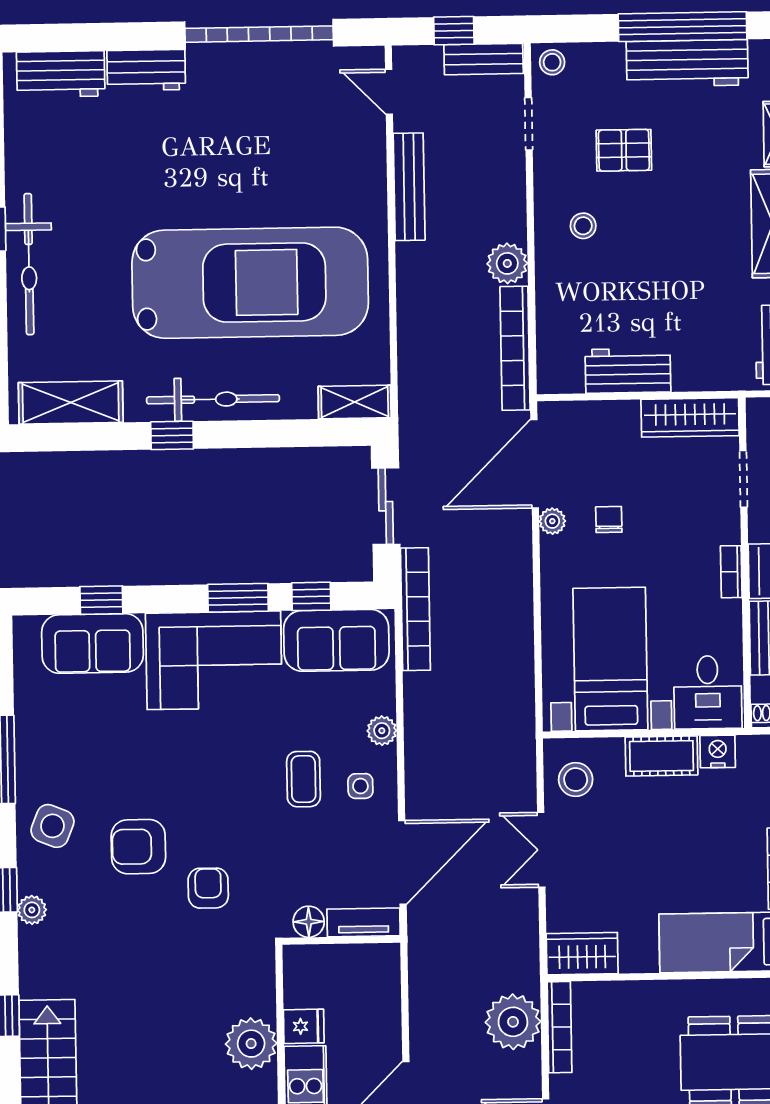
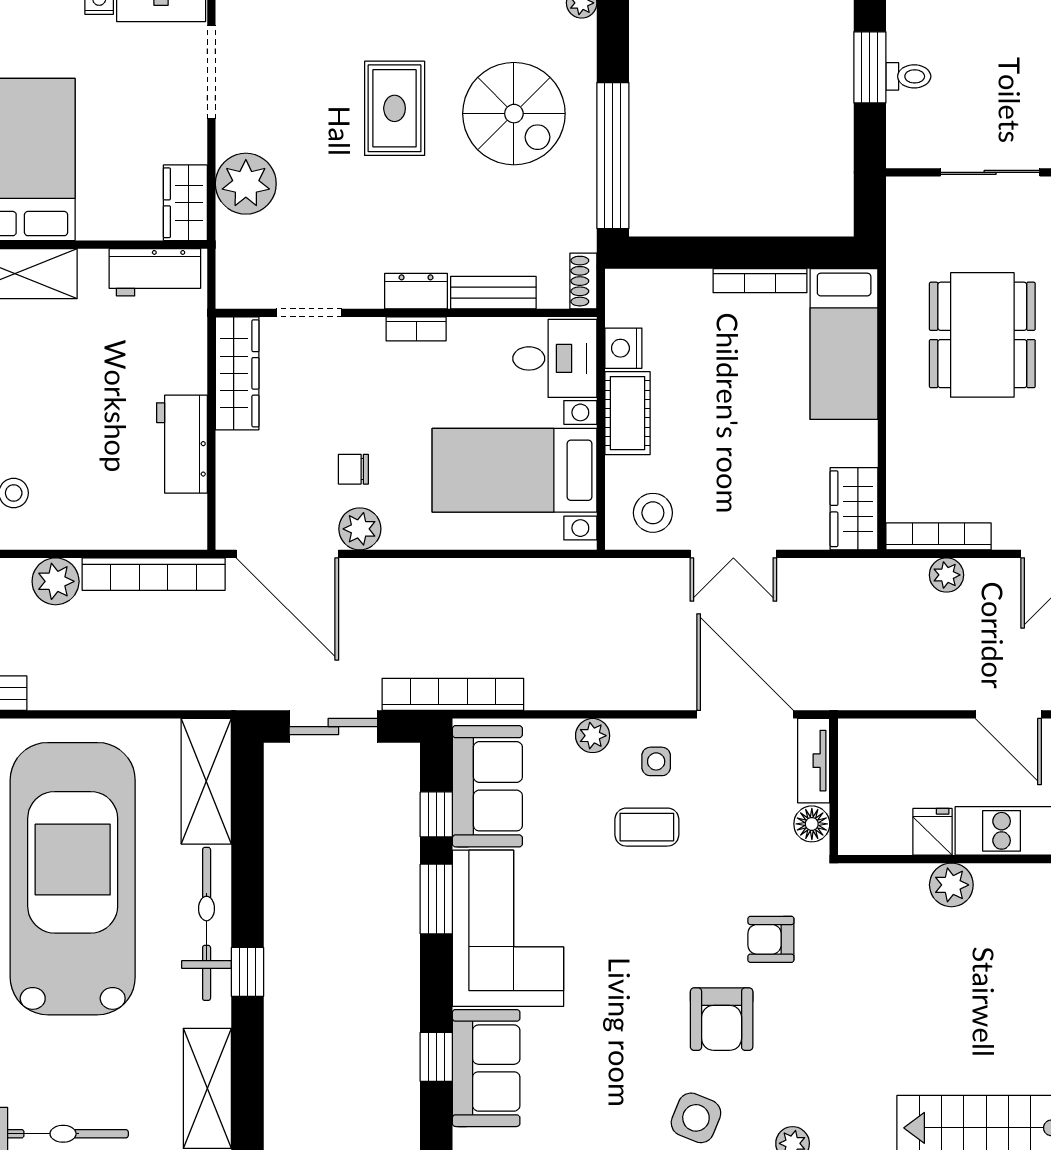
shelving: (355, 402) -> (206, 781), width x1.50, depth x1.33
plant: (552, 521) -> (360, 529), width x1.38, depth x1.38
plant: (513, 1022) -> (946, 575), width x0.53, depth x0.53
plant: (251, 1044) -> (951, 885), width x0.73, depth x0.73

